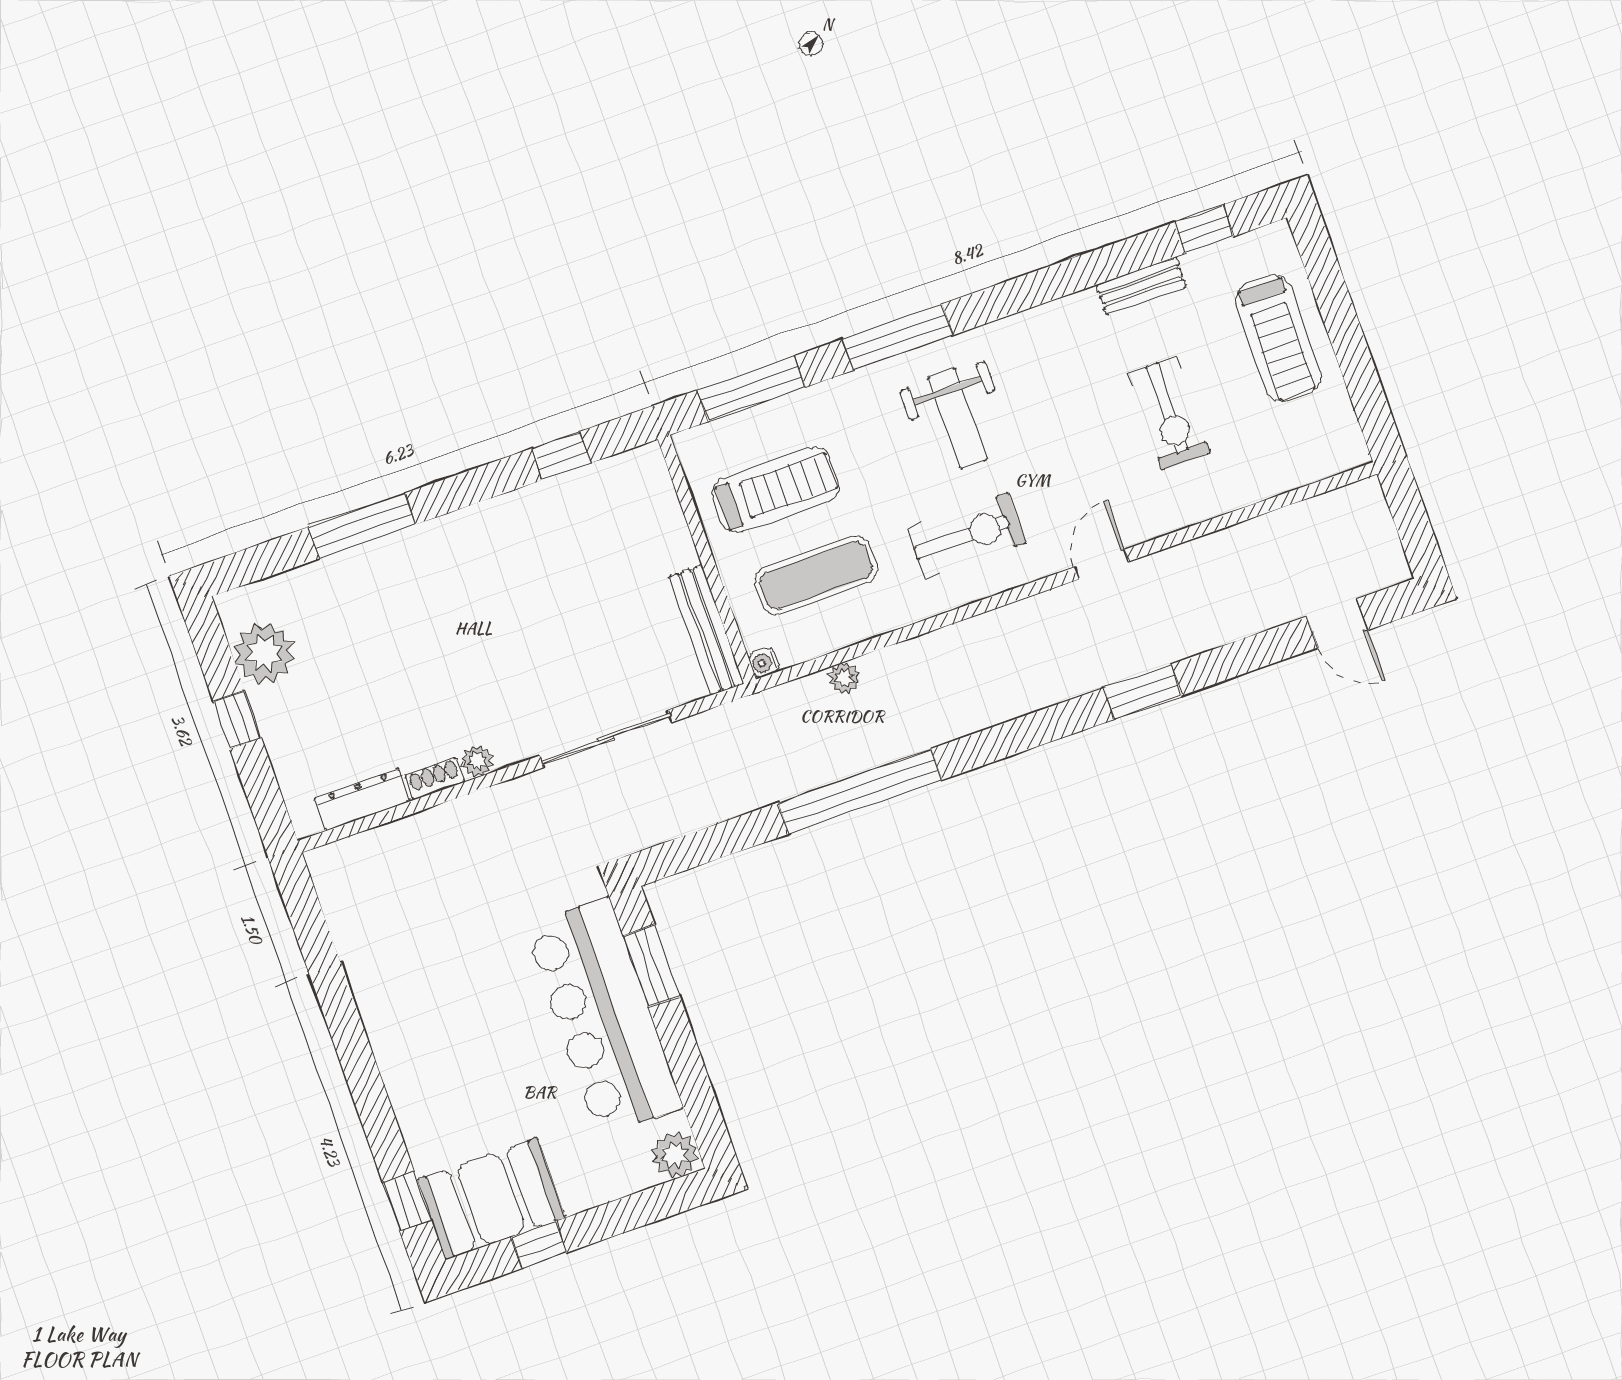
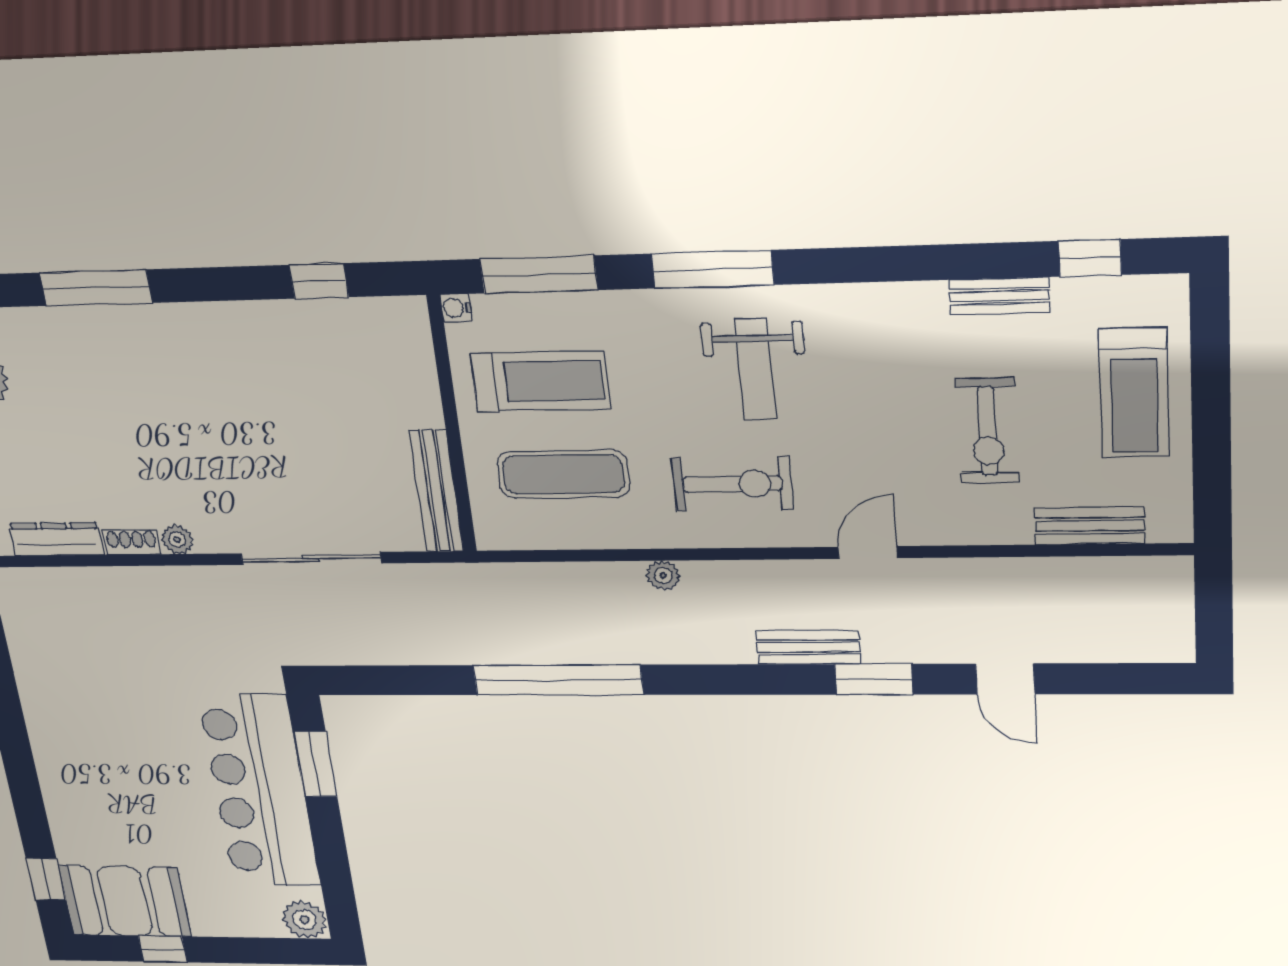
bench: (1282, 475) -> (1090, 526), added
door: (1337, 623) -> (1005, 679), moved
water cooler: (764, 663) -> (456, 308), moved
plant: (844, 678) -> (663, 576), moved
bench: (1076, 678) -> (808, 647), added

